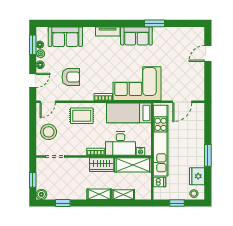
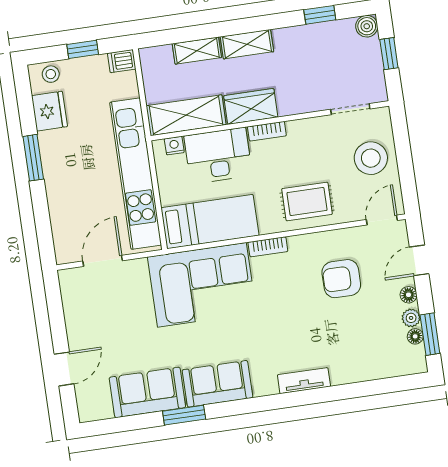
tv unit: (108, 31) -> (304, 381), moved
sofa: (65, 37) -> (147, 392), moved
dishwasher: (159, 182) -> (122, 61), moved

